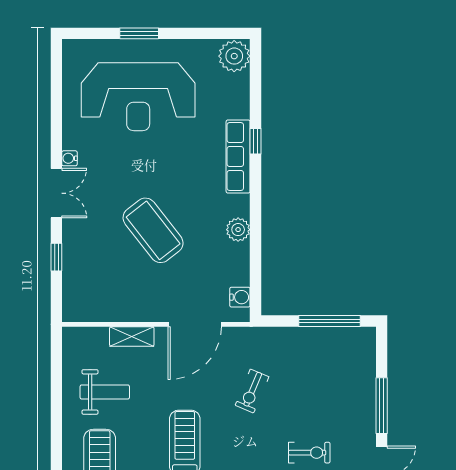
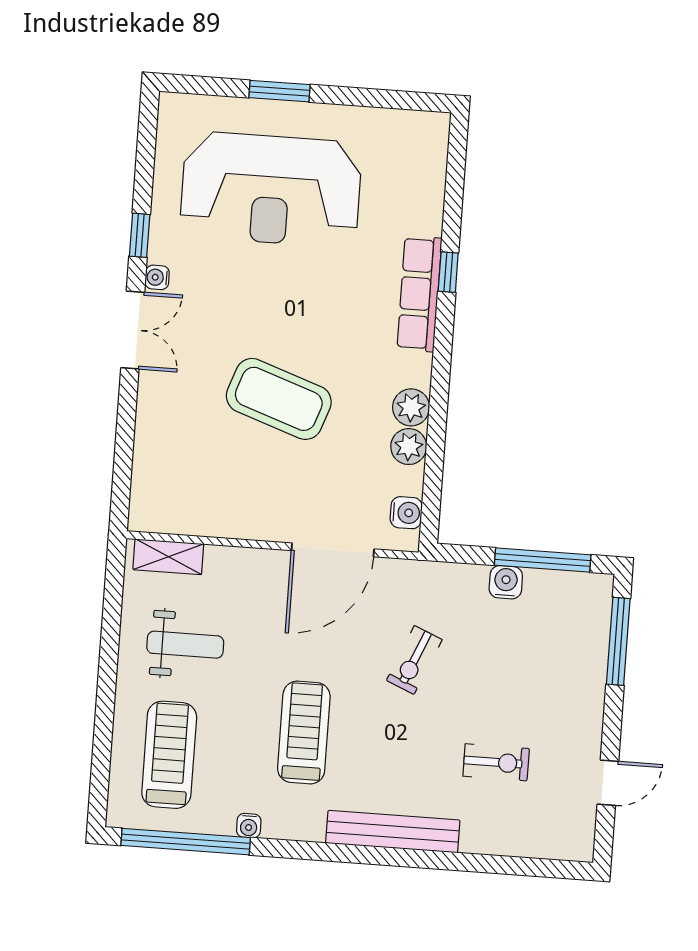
plant: (234, 56) -> (409, 447), moved, width x0.73, depth x0.73
coffee table: (153, 230) -> (279, 399), turned -33
window: (56, 257) -> (140, 235), moved
shelving: (132, 336) -> (168, 557), moved
water cooler: (307, 337) -> (506, 582), added
window: (382, 406) -> (618, 641), moved

